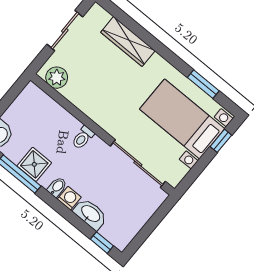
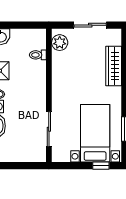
toilet: (83, 138) -> (38, 55), moved
sliding door: (138, 164) -> (49, 129), width x0.73

